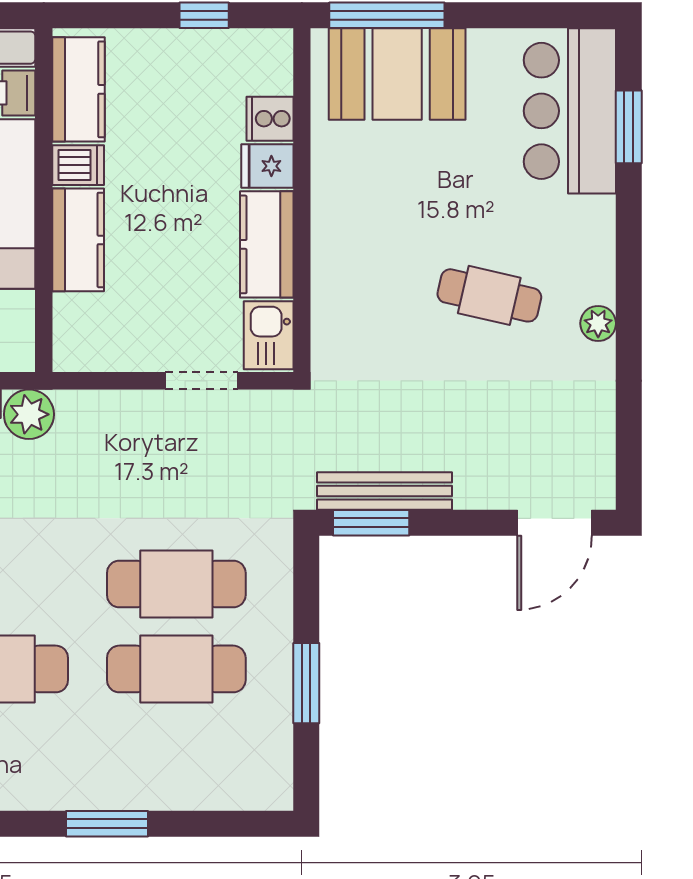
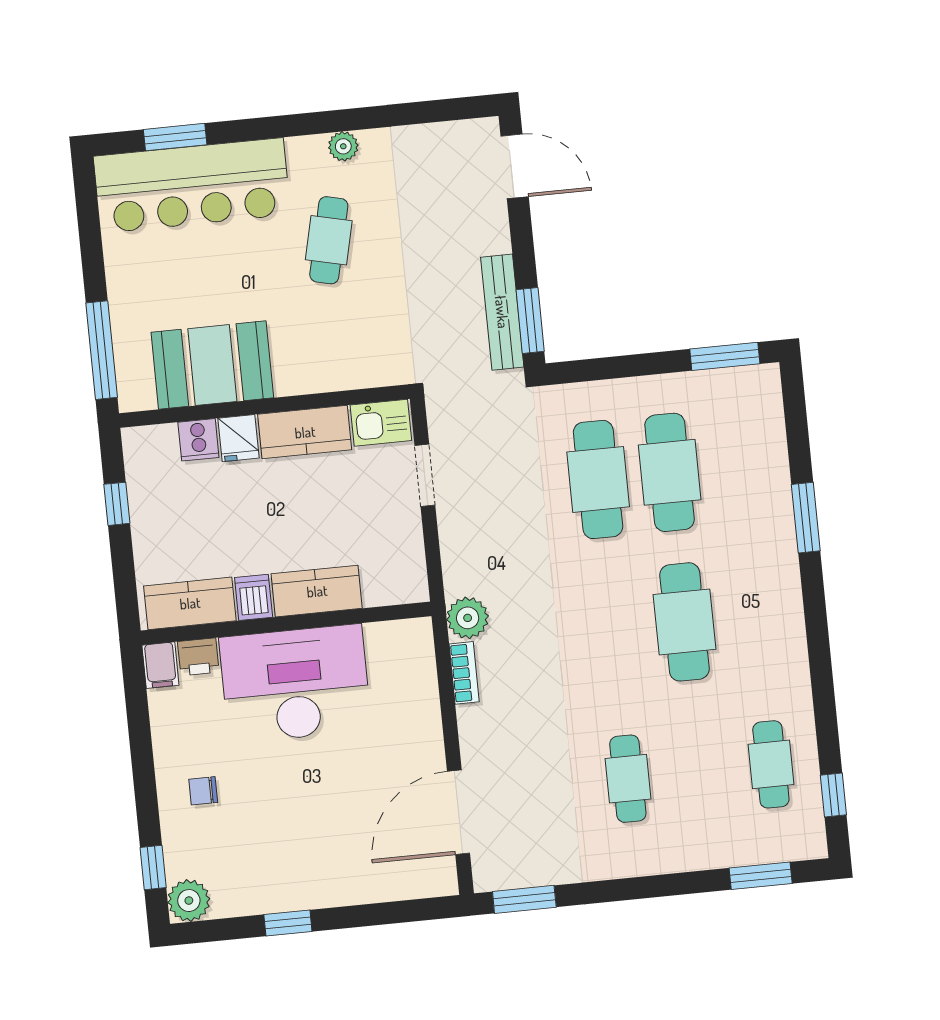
booth: (397, 74) -> (212, 365), moved, turned 90
bar counter: (570, 111) -> (192, 185), width x1.36
window: (306, 683) -> (725, 356), moved

